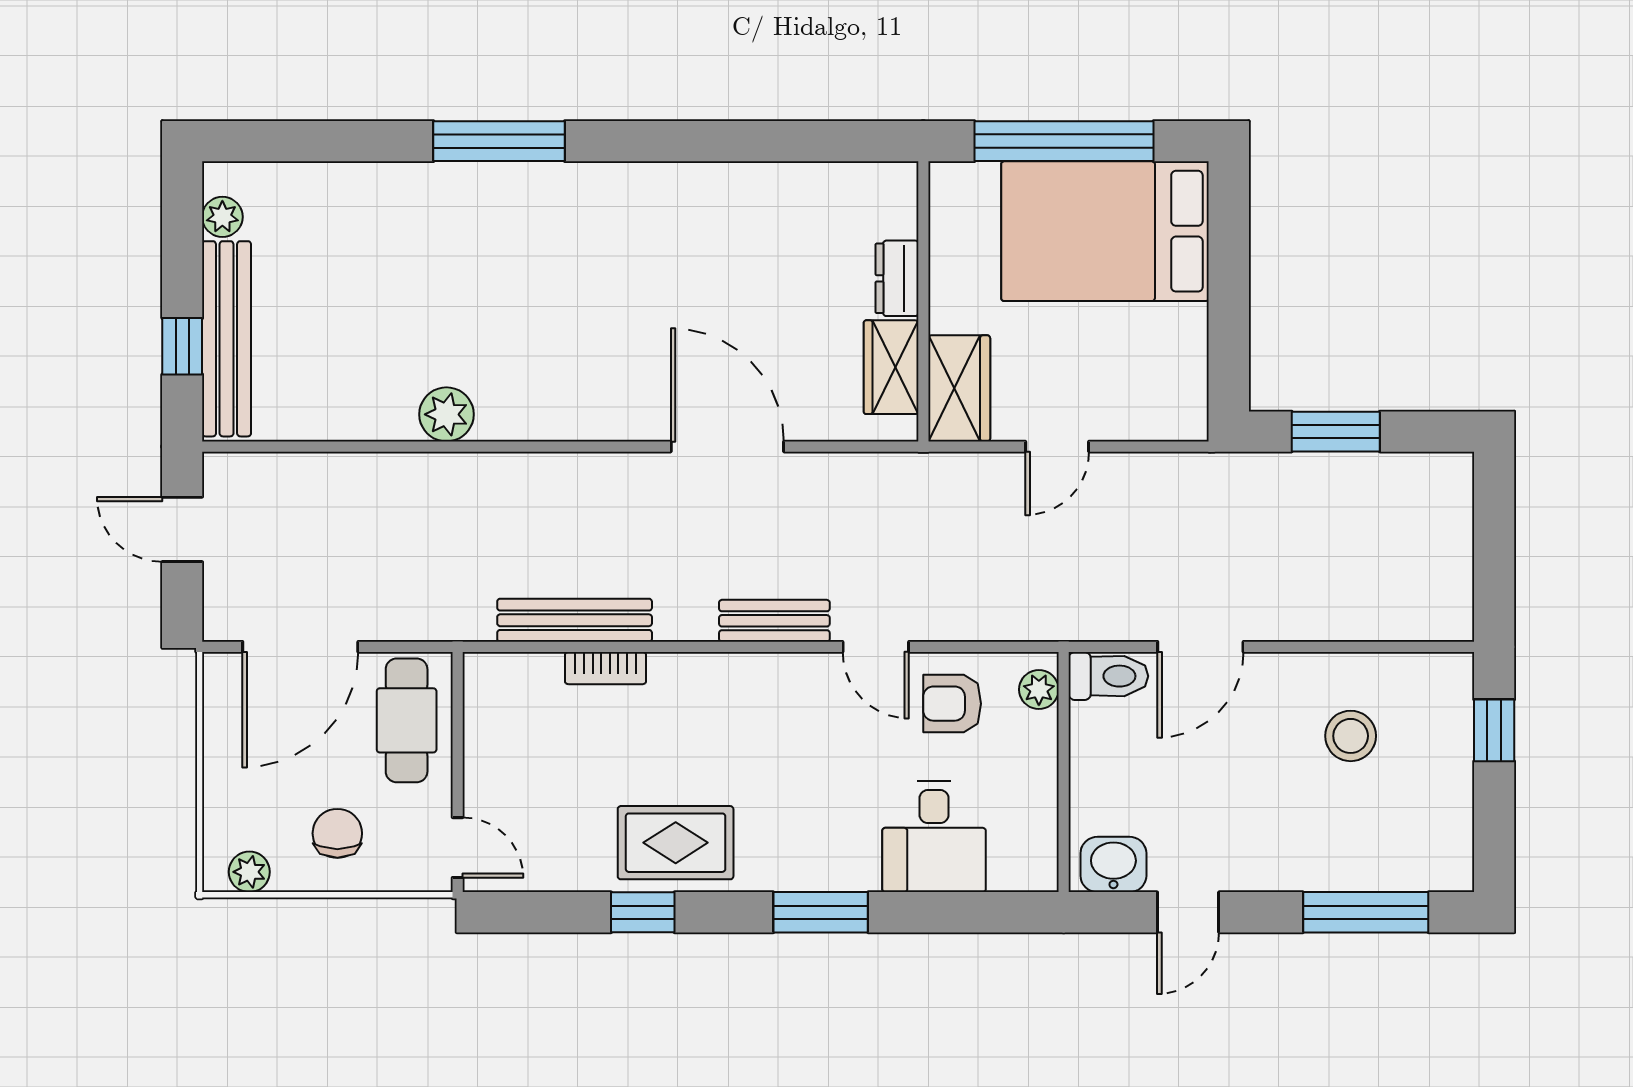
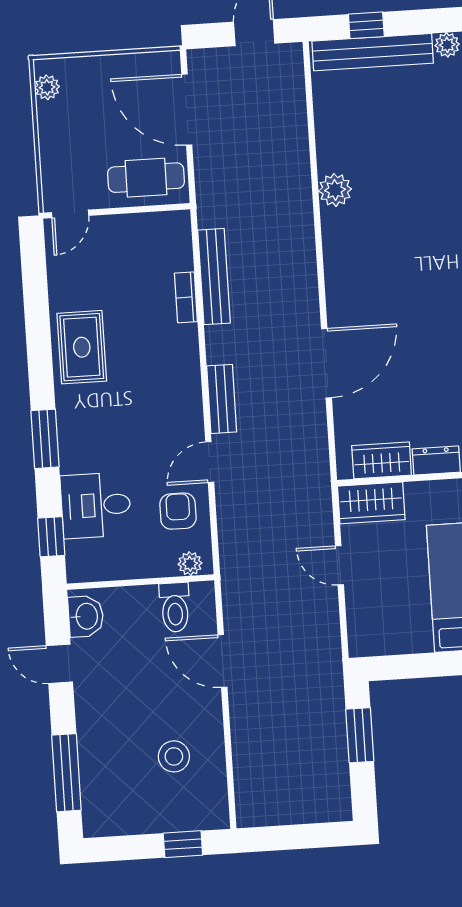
toilet: (1108, 676) -> (175, 607), moved
chair: (337, 833) -> (74, 140), removed
window: (643, 912) -> (51, 537), moved

